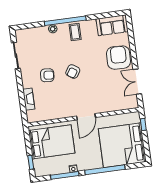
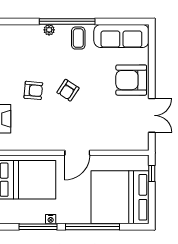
sofa: (112, 25) -> (121, 36), width x1.36
armchair: (118, 58) -> (131, 80), turned -92
double door: (137, 82) -> (152, 115), swing flipped

